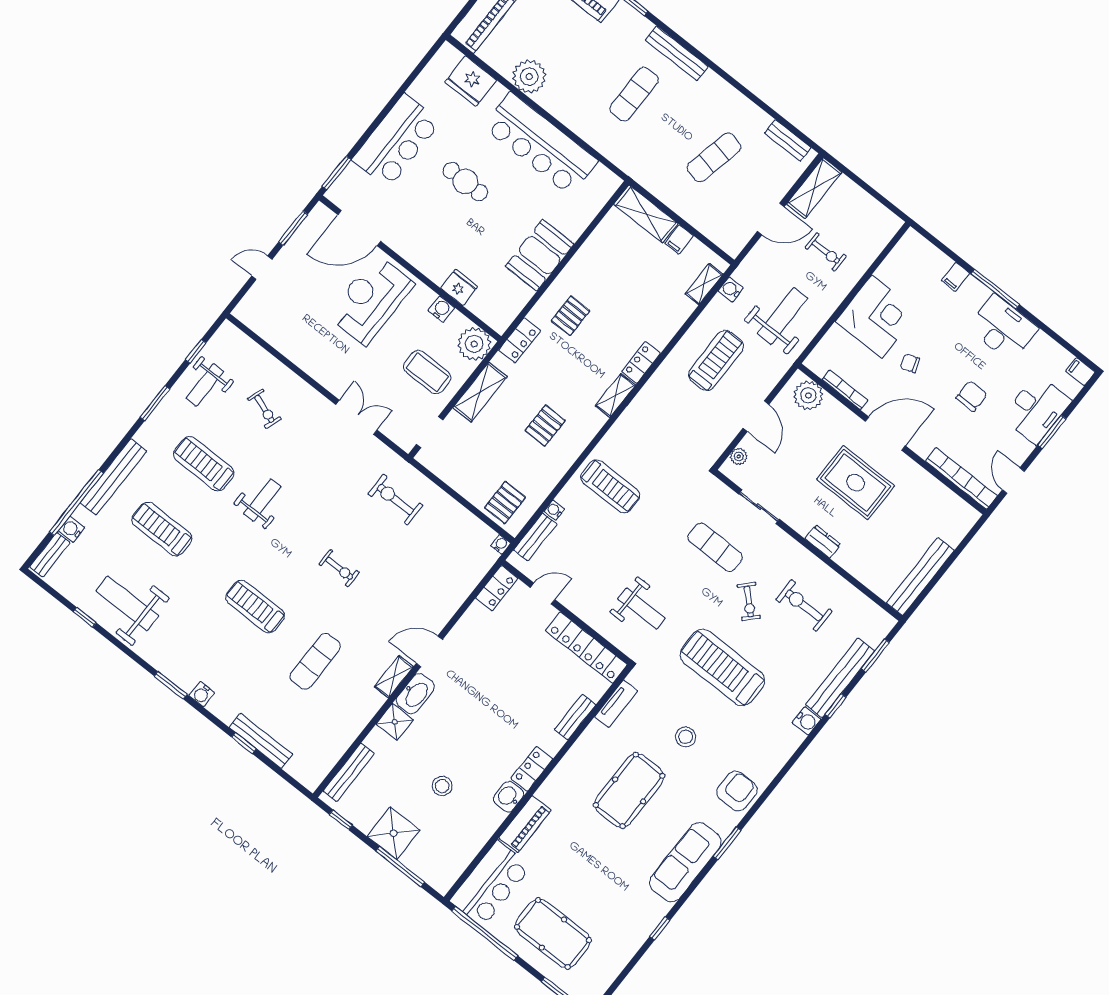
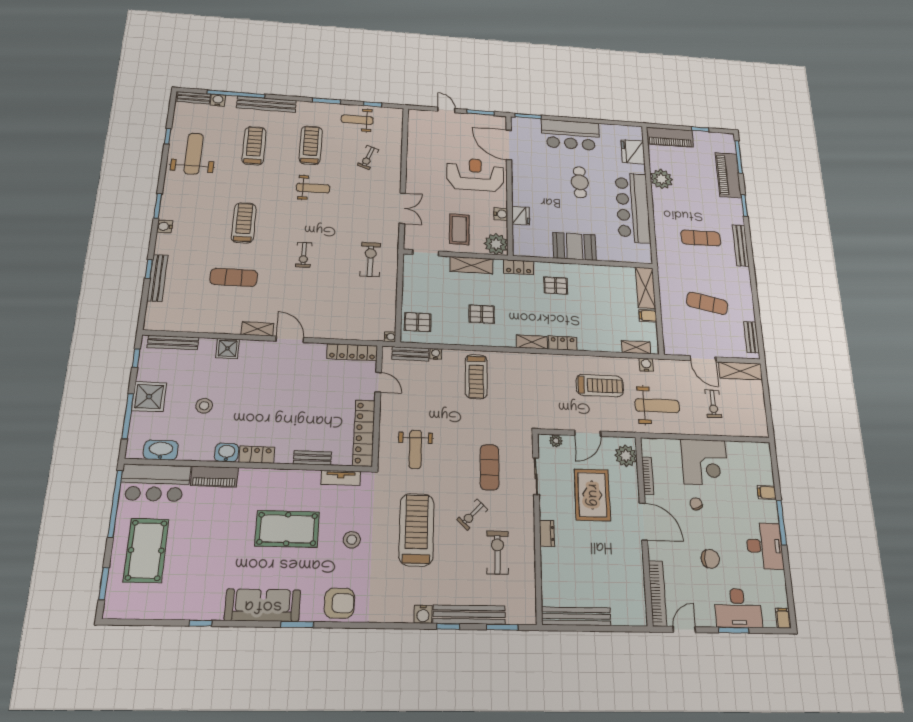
rug: (856, 483) -> (592, 495), moved
locker: (497, 588) -> (352, 352), width x1.53
washbasin: (415, 694) -> (161, 450), moved, turned 180

